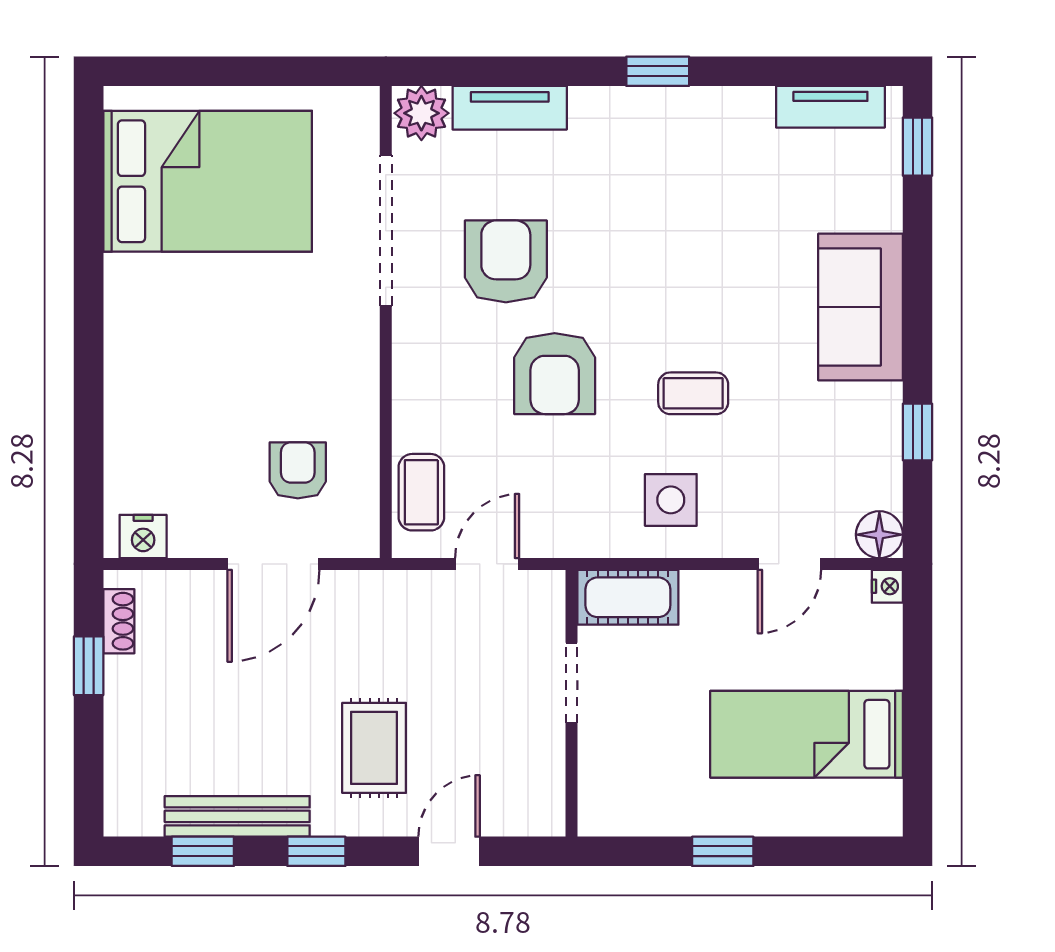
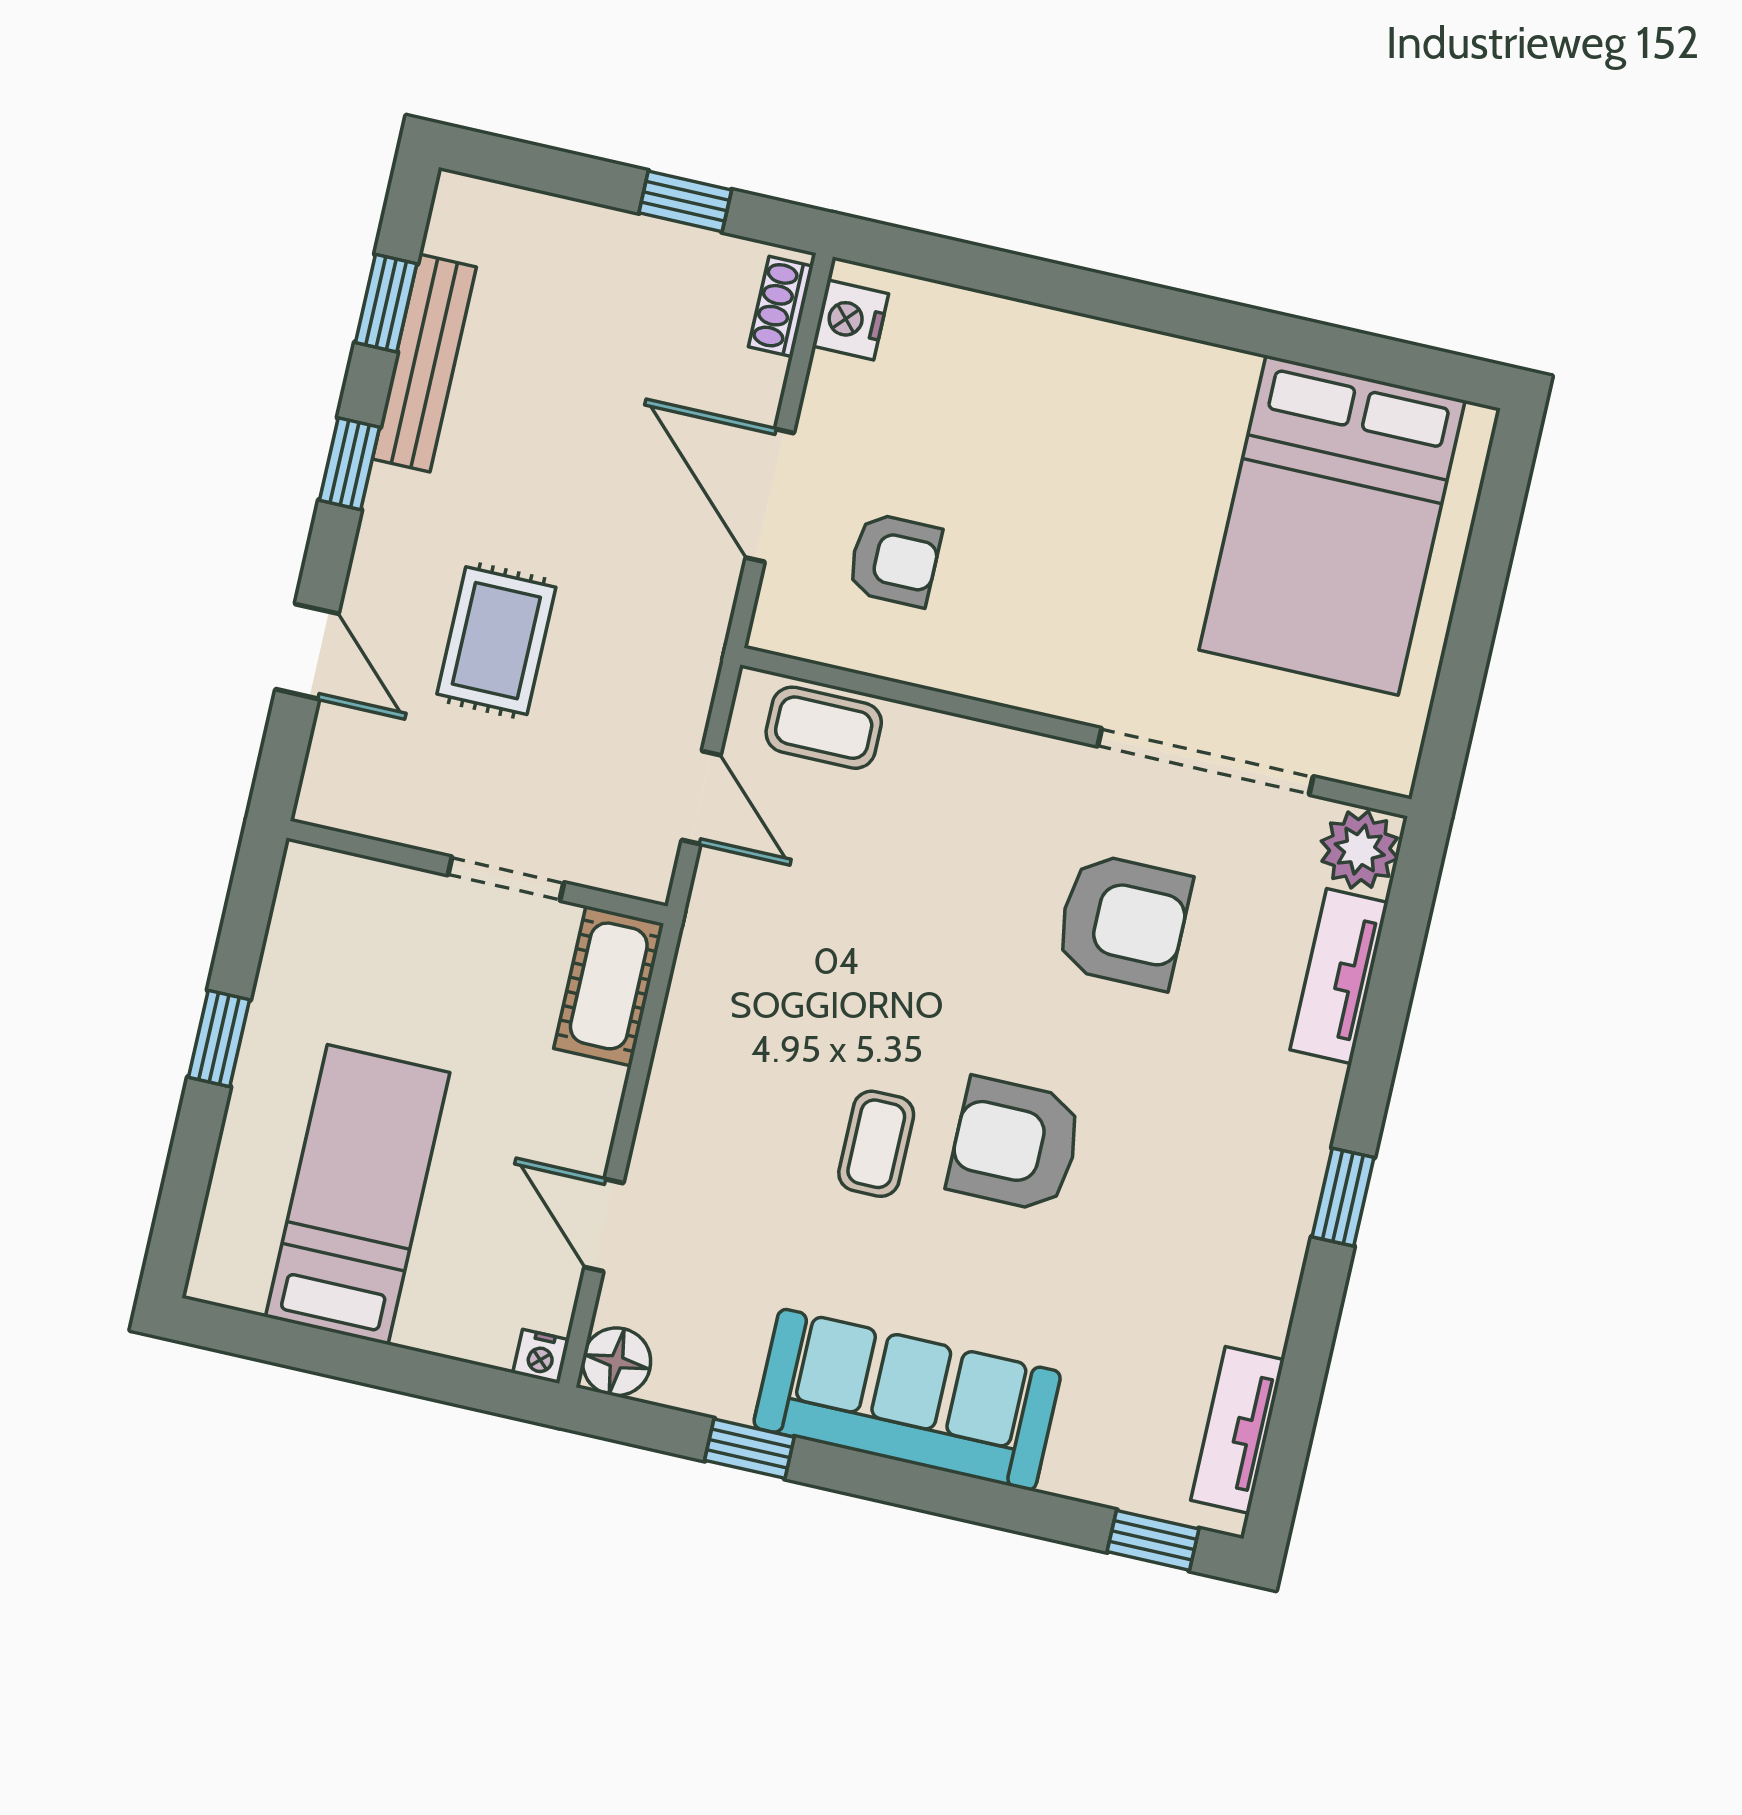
sofa: (861, 307) -> (907, 1400), width x1.36
armchair: (555, 374) -> (1015, 1145), moved
side table: (671, 500) -> (733, 1078), removed
shoe rack: (119, 621) -> (781, 306), moved, turned 90
rug: (374, 748) -> (496, 641), moved, turned 90

